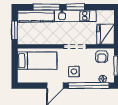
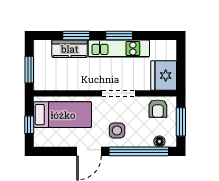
window: (46, 7) -> (76, 35), width x0.69
kitchen counter: (36, 16) -> (70, 49), width x0.67
window: (15, 68) -> (29, 125), added

